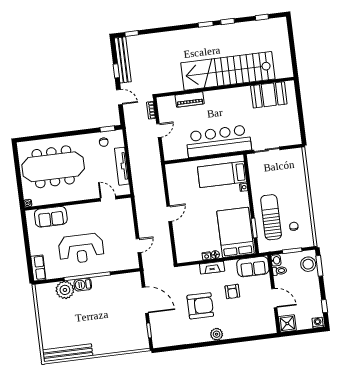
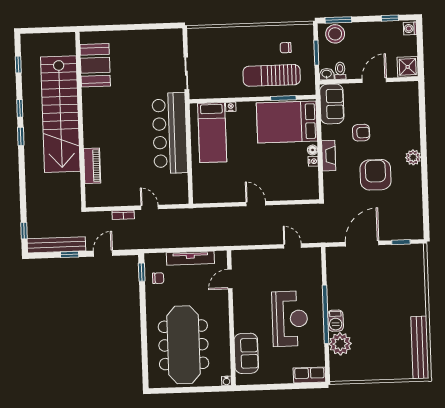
stairs: (228, 71) -> (60, 114), moved
wall: (225, 87) -> (80, 120), moved
booth: (269, 95) -> (95, 65), moved
piano: (190, 99) -> (92, 166), moved

